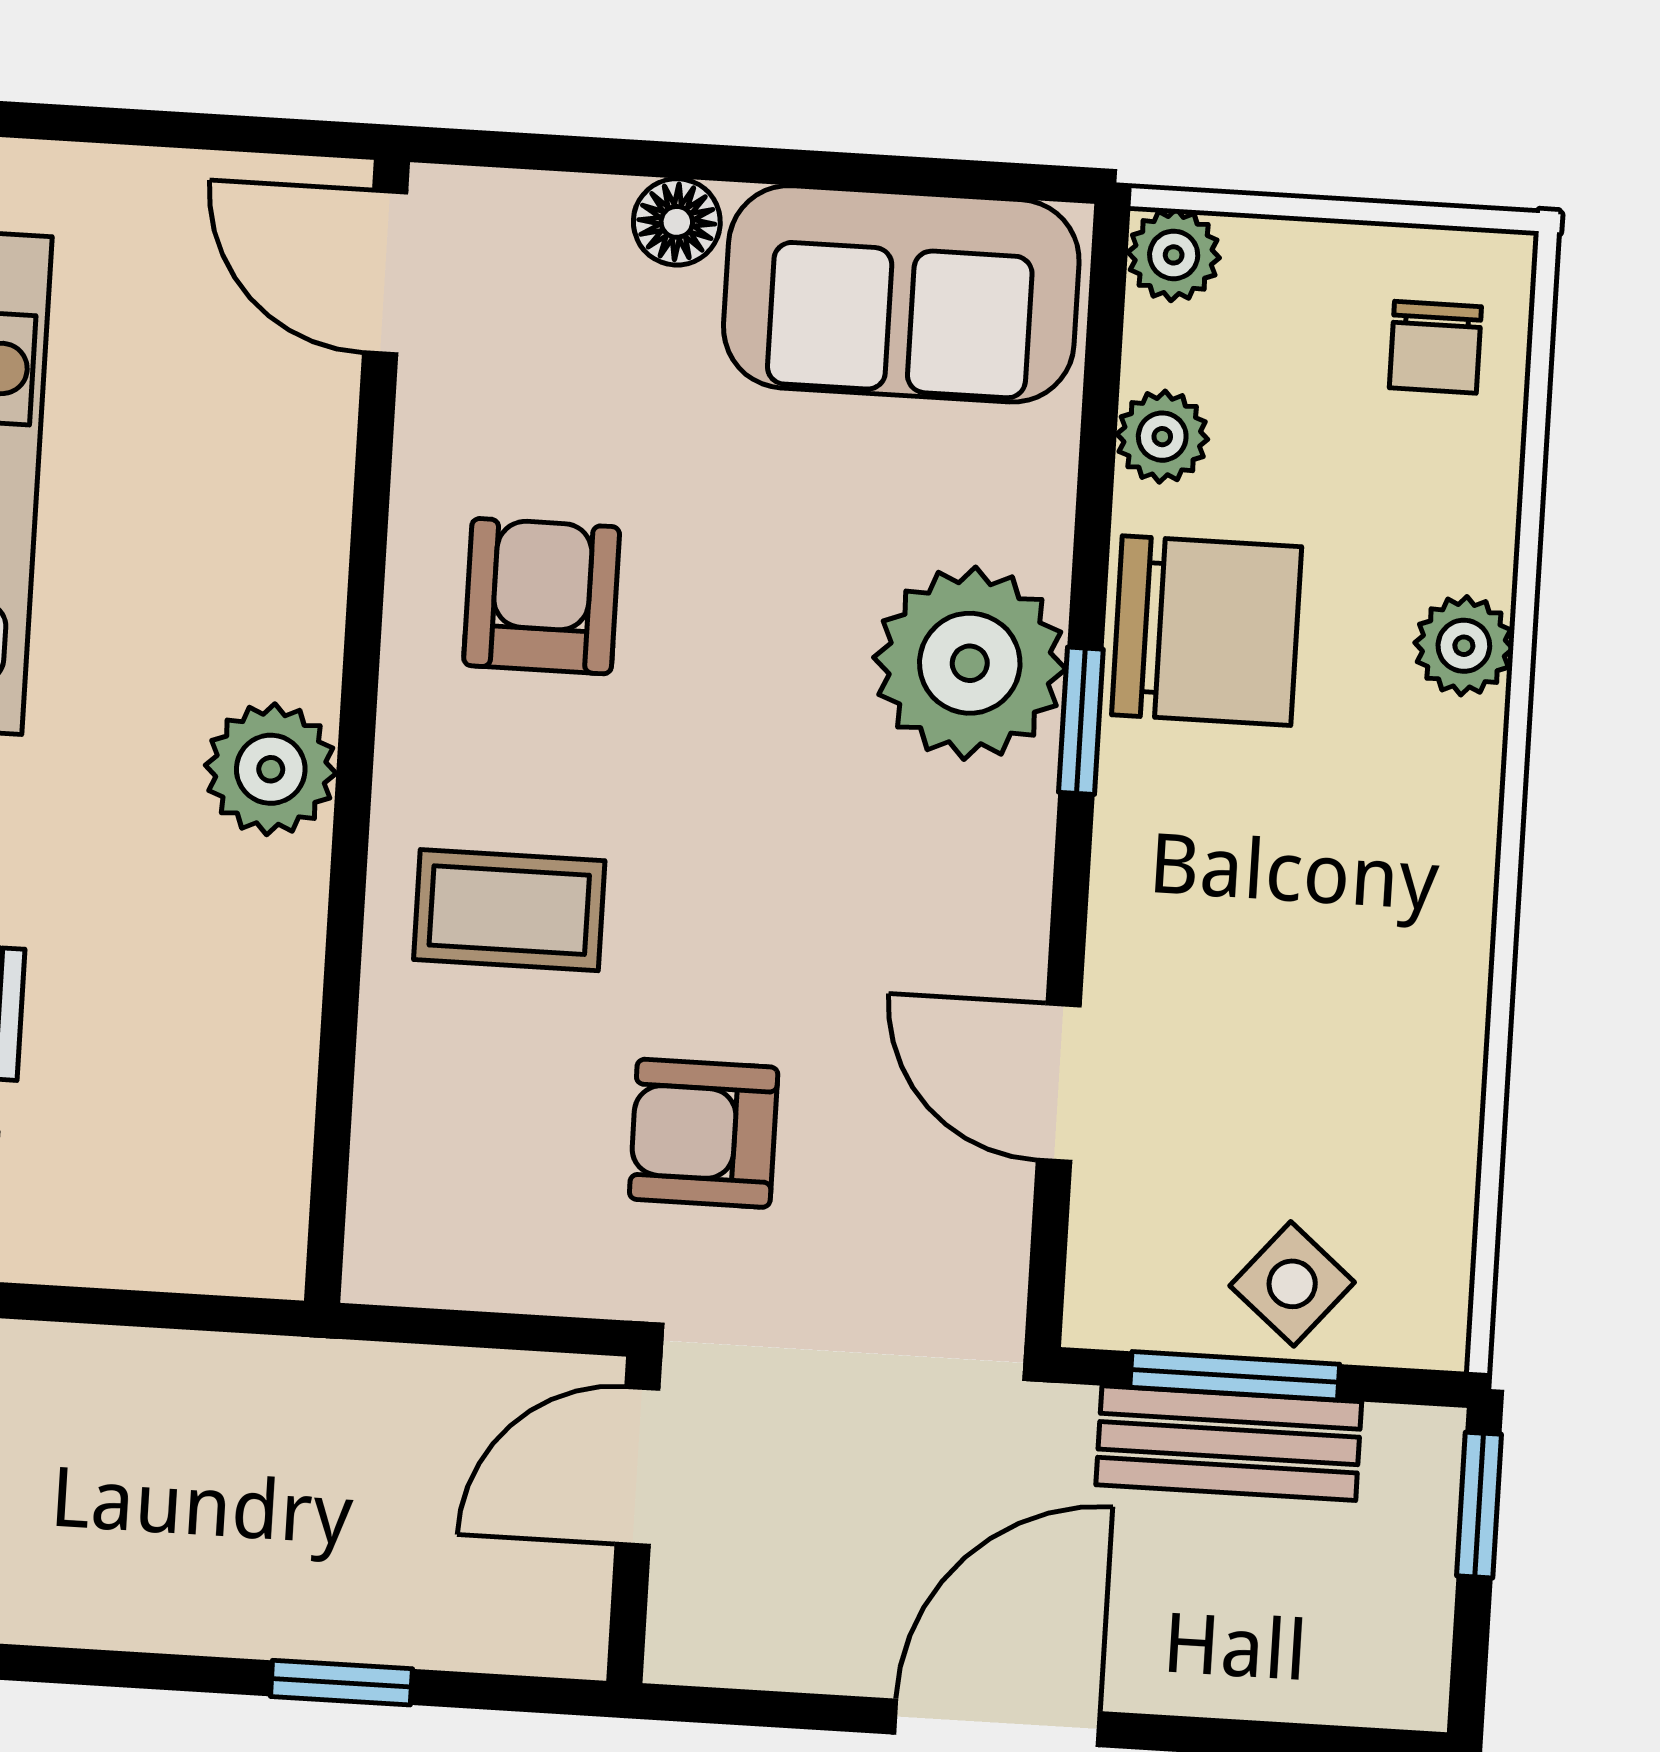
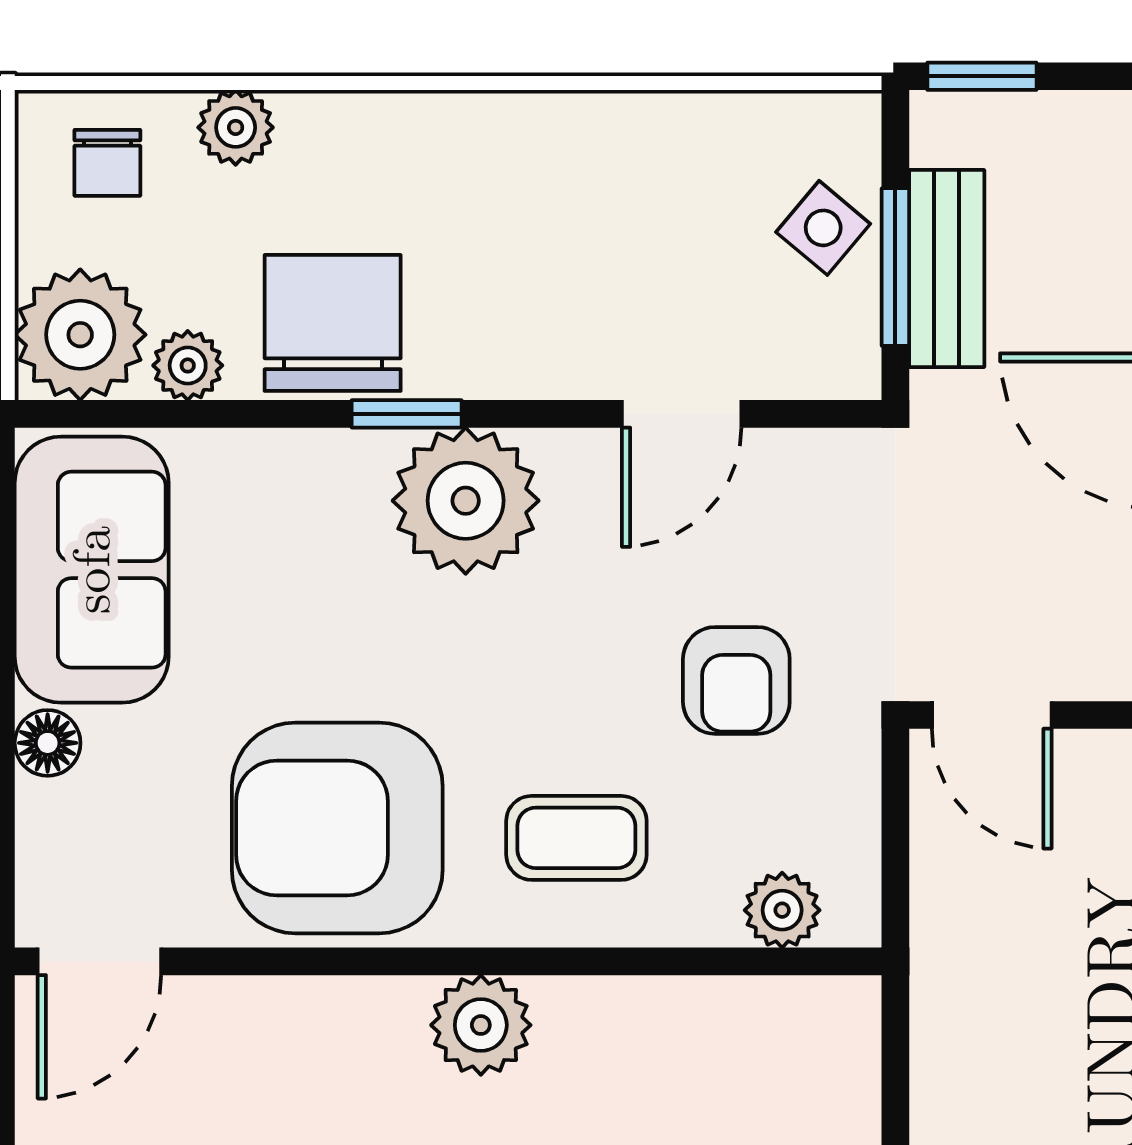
plant: (1174, 255) -> (80, 335), width x1.87, depth x1.87
chair: (1435, 347) -> (107, 163), turned 90
armchair: (542, 596) -> (337, 828), width x1.88, depth x1.88
plant: (1464, 646) -> (236, 127), moved
plant: (970, 663) -> (466, 501), moved
coffee table: (509, 910) -> (576, 838), turned 90
plant: (398, 1175) -> (782, 910), added

